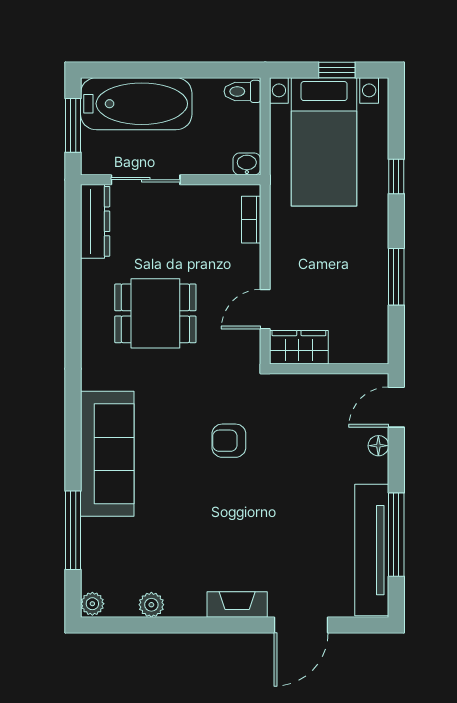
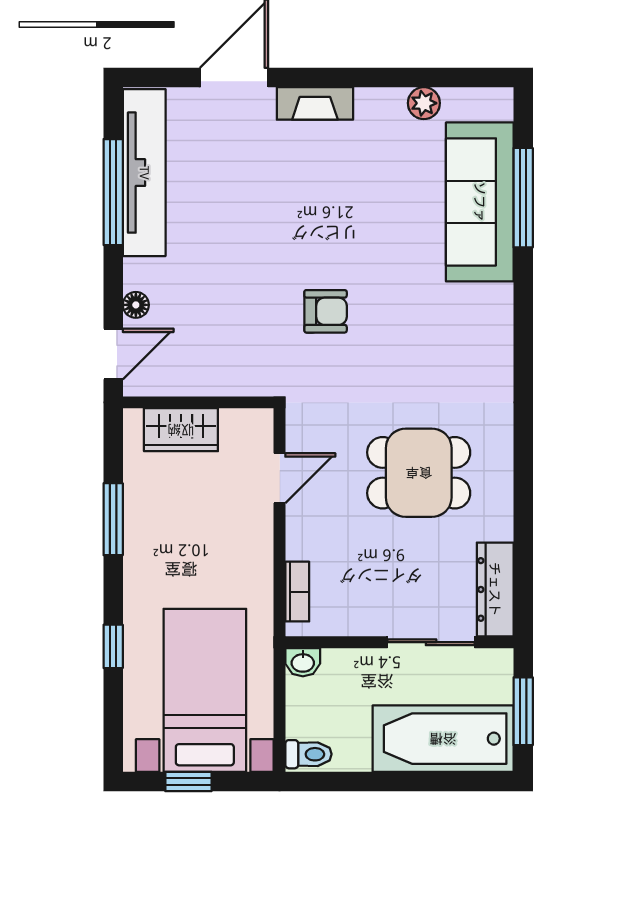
wardrobe: (299, 347) -> (181, 430), moved
sofa: (107, 454) -> (480, 202), moved
plant: (92, 604) -> (499, 104), removed

